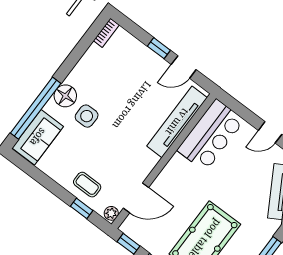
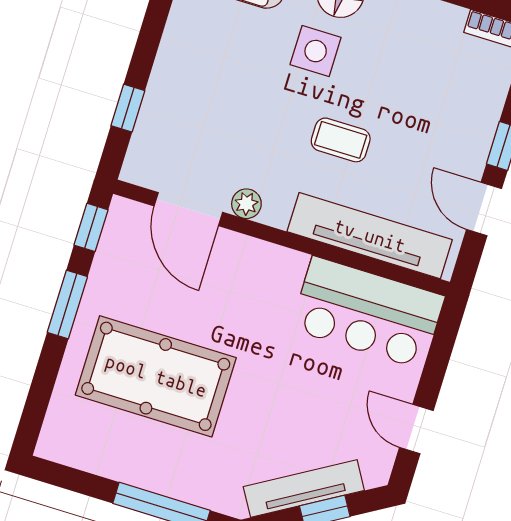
coffee table: (87, 185) -> (341, 140), moved, turned 90
plant: (111, 213) -> (246, 204), moved

